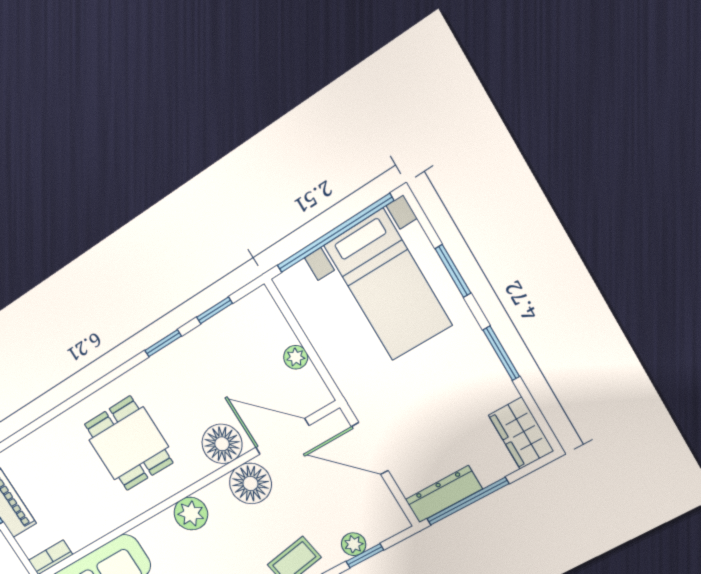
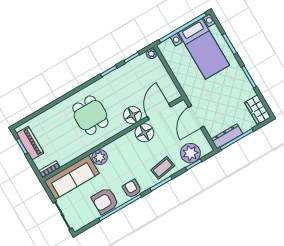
plant: (296, 357) -> (151, 54), moved
door: (282, 436) -> (159, 112), hinge flipped
door: (370, 449) -> (196, 117), hinge flipped
plant: (191, 514) -> (100, 157), moved
plant: (354, 544) -> (190, 153), width x1.88, depth x1.88

